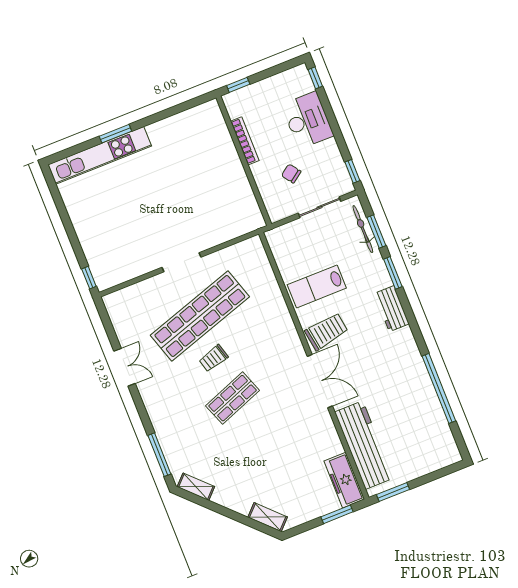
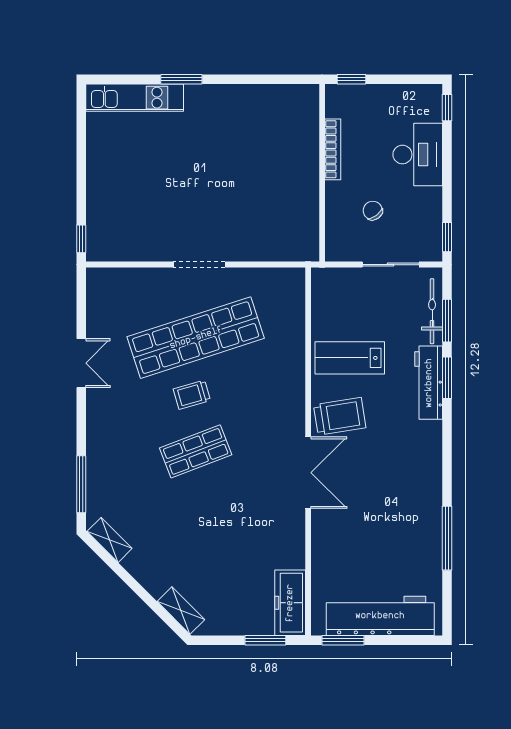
kitchen unit: (100, 155) -> (135, 98), width x0.73
workbench: (392, 309) -> (429, 383), moved, width x1.38
window: (439, 388) -> (447, 538), width x0.68
workbench: (364, 445) -> (380, 616), moved, turned -90

